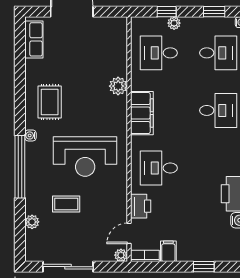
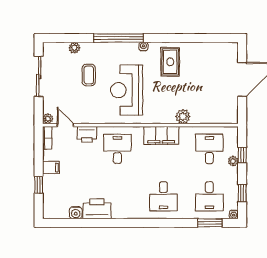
row of seats: (34, 39) -> (220, 49), removed
rug: (50, 102) -> (170, 62), turned 90
filing cabinet: (168, 251) -> (51, 168), moved

